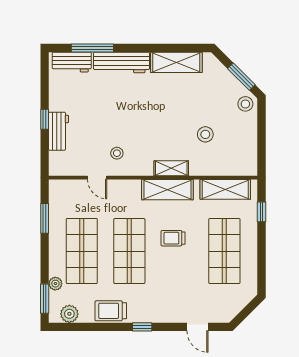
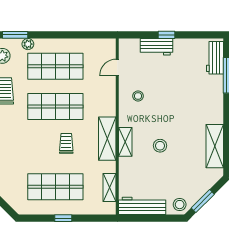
workbench: (121, 62) -> (142, 206), moved, turned 90
stool: (205, 134) -> (160, 146), moved
door: (97, 178) -> (117, 67), moved
shelving: (225, 189) -> (110, 187), width x0.67, depth x0.75
window: (262, 212) -> (63, 218), moved
window: (45, 218) -> (83, 35), removed

